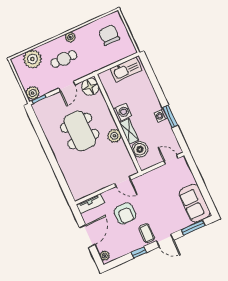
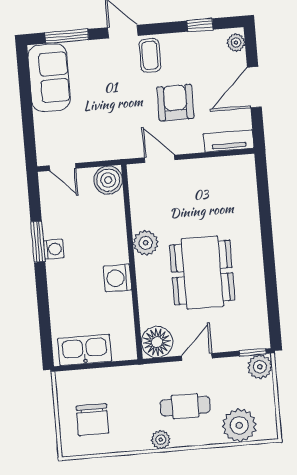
shelving: (129, 131) -> (118, 241), removed
boiler: (140, 149) -> (108, 180), moved
window: (139, 252) -> (200, 25), moved

